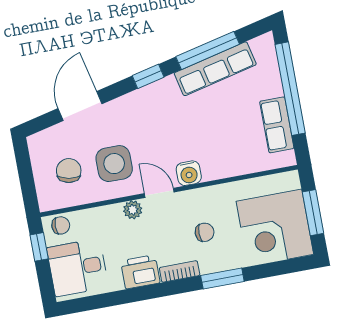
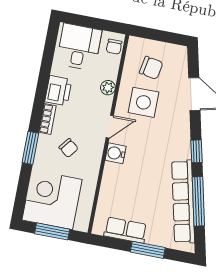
row of seats: (215, 69) -> (183, 202), width x1.36
window: (290, 89) -> (148, 250), width x0.47
plant: (133, 210) -> (108, 88), moved
chair: (205, 232) -> (69, 148), turned -52
window: (39, 247) -> (105, 25), removed

